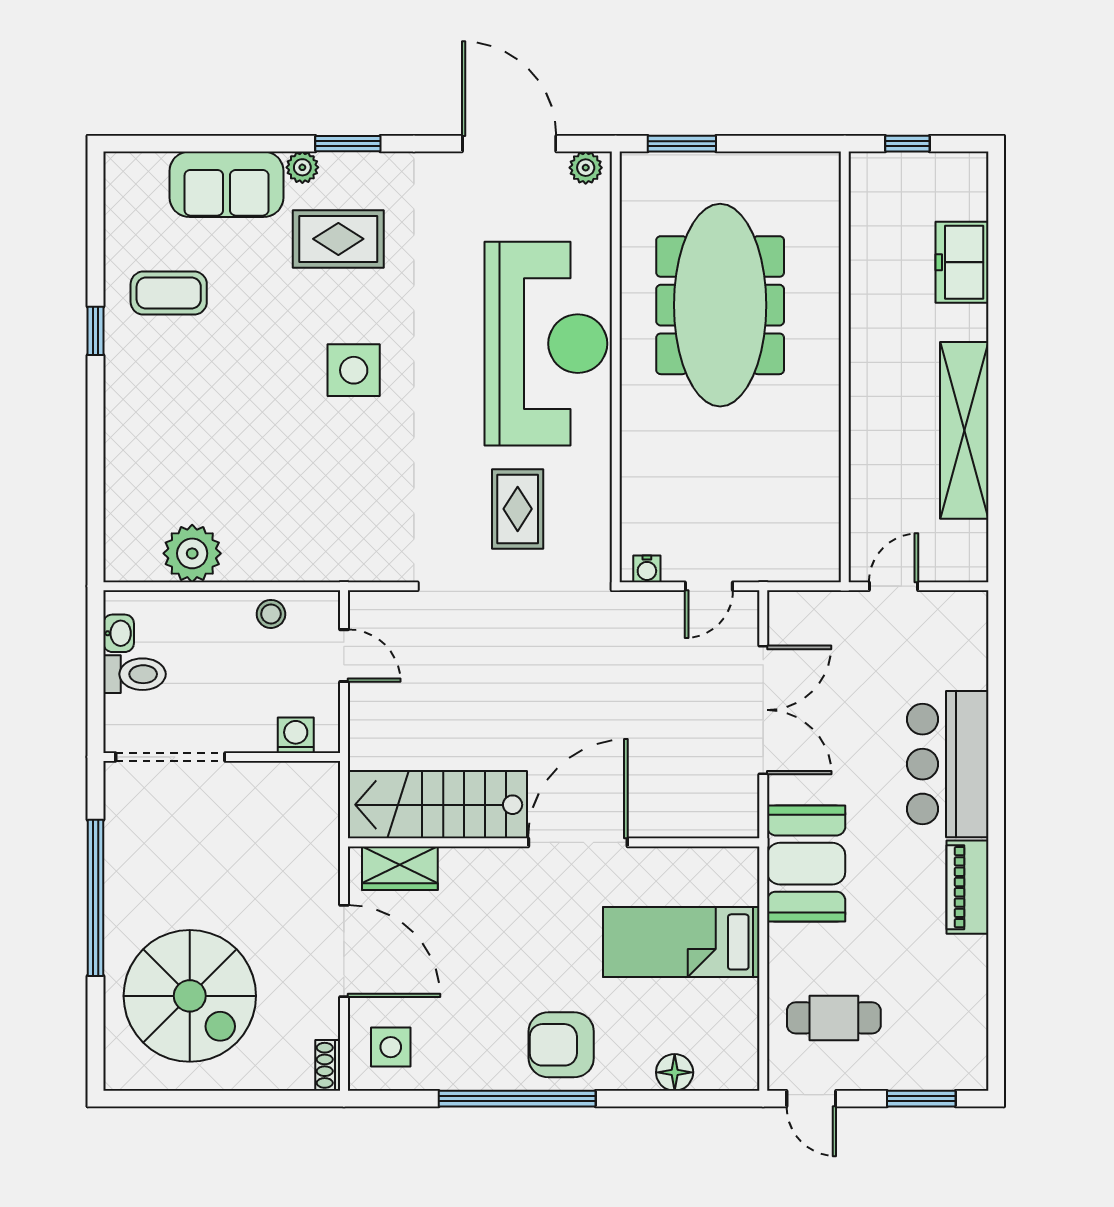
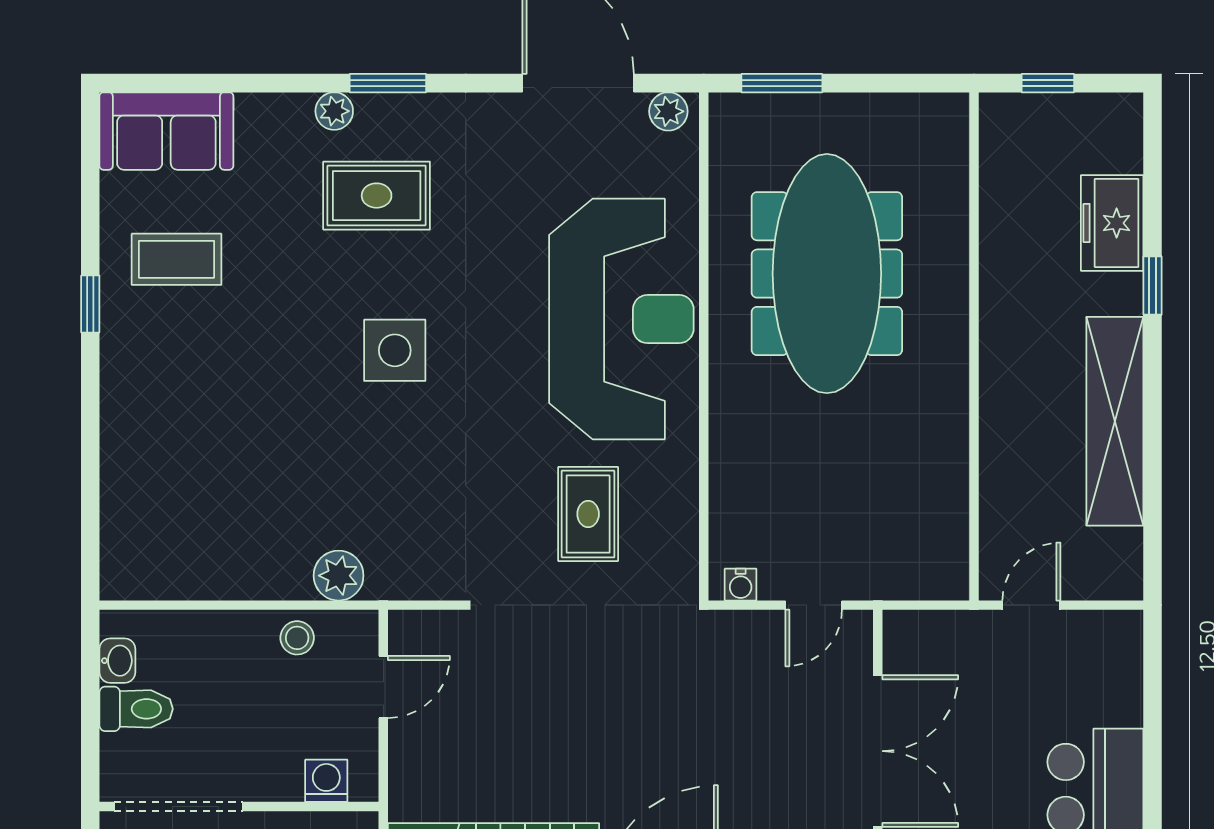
sofa: (227, 184) -> (166, 131), moved
window: (996, 315) -> (1152, 286), added
plant: (192, 553) -> (339, 576), moved, width x0.73, depth x0.73
door: (344, 656) -> (383, 687), hinge flipped

